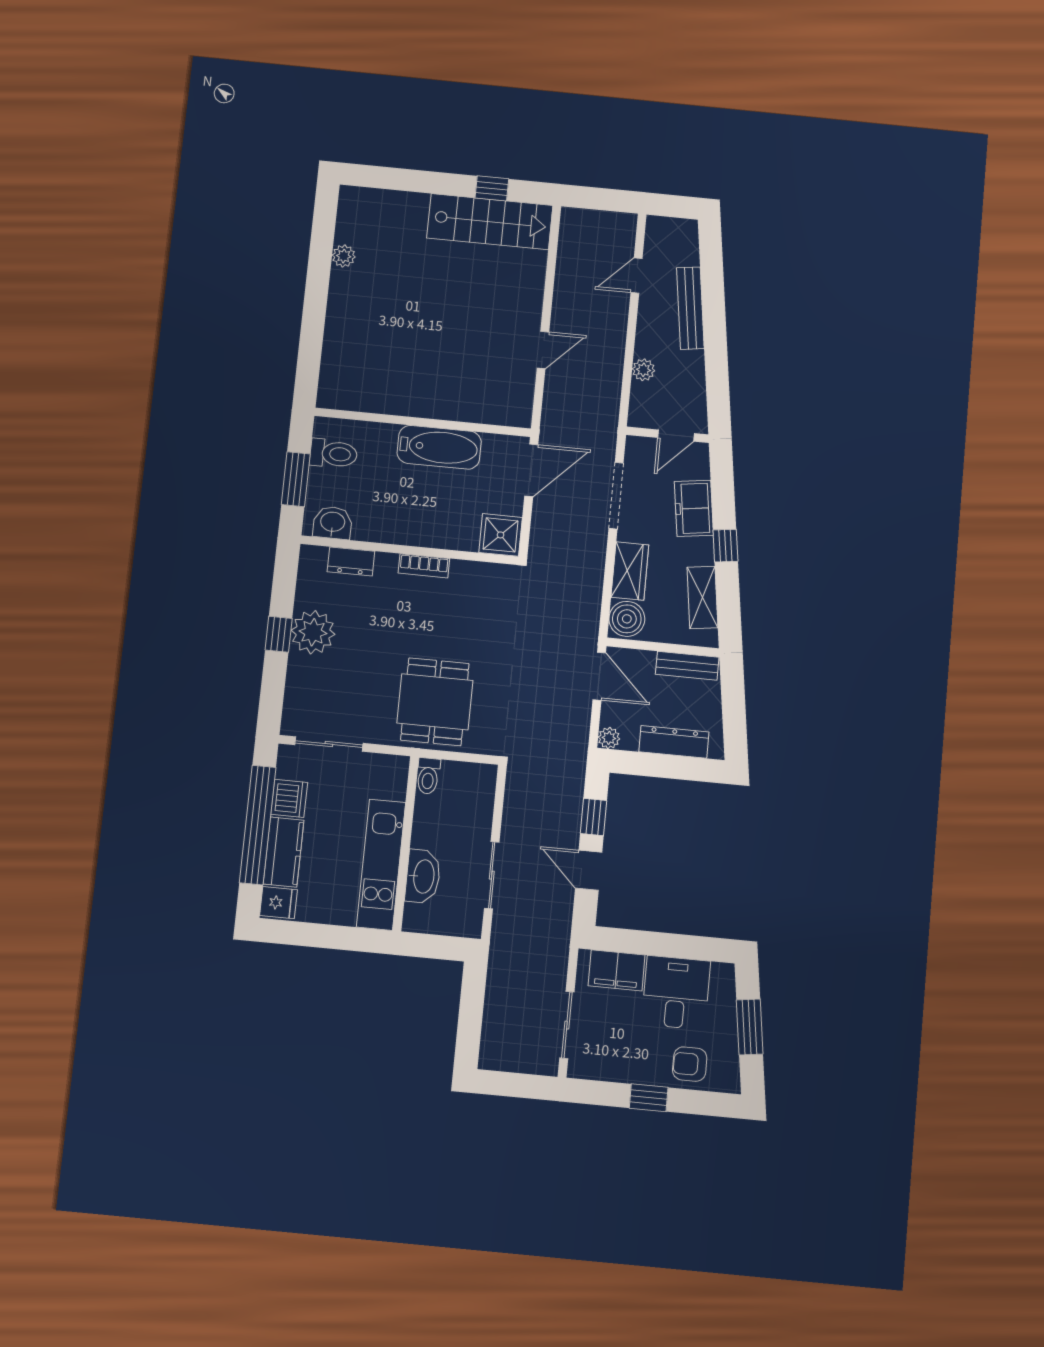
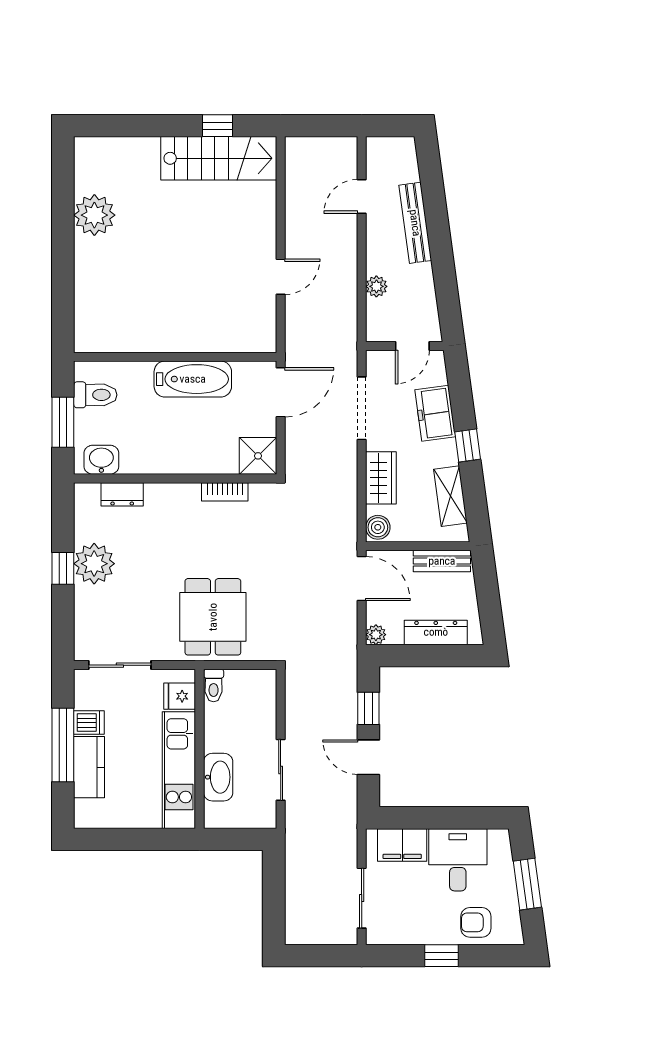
plant: (344, 256) -> (94, 215), width x1.88, depth x1.88
bookcase: (424, 566) -> (225, 492), moved
boiler: (627, 619) -> (378, 527), width x0.73, depth x0.73
dishwasher: (289, 798) -> (89, 723), width x0.73
window: (258, 825) -> (63, 745), width x0.68
fridge: (278, 903) -> (180, 696), moved, turned 180

